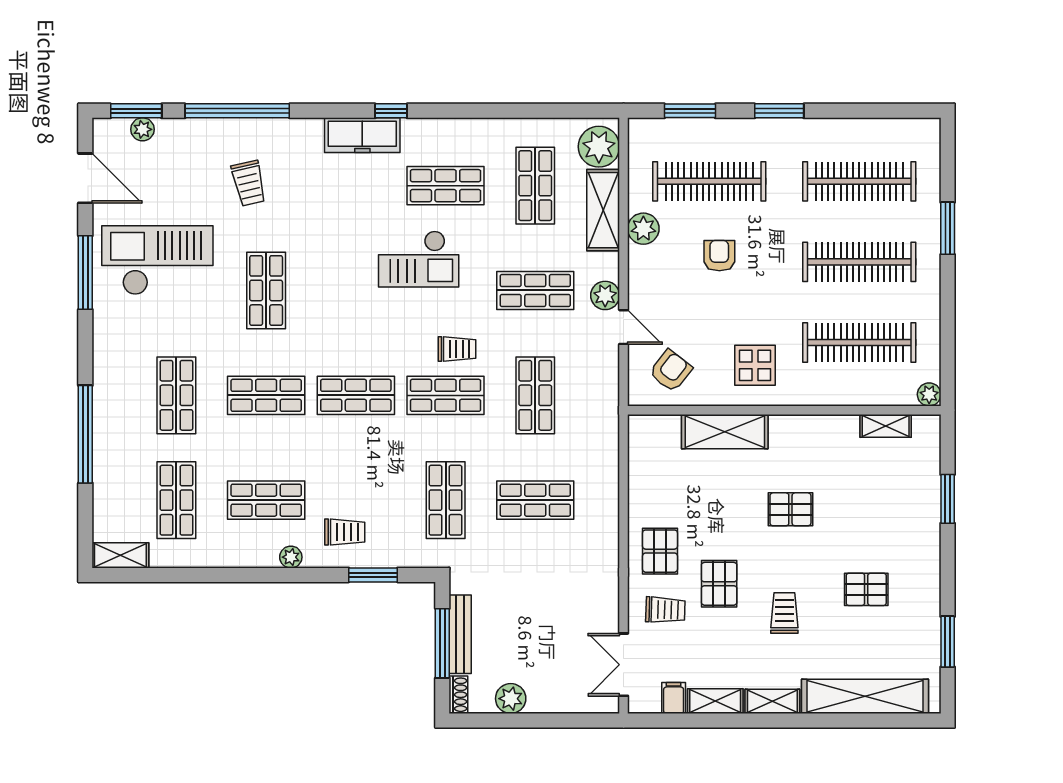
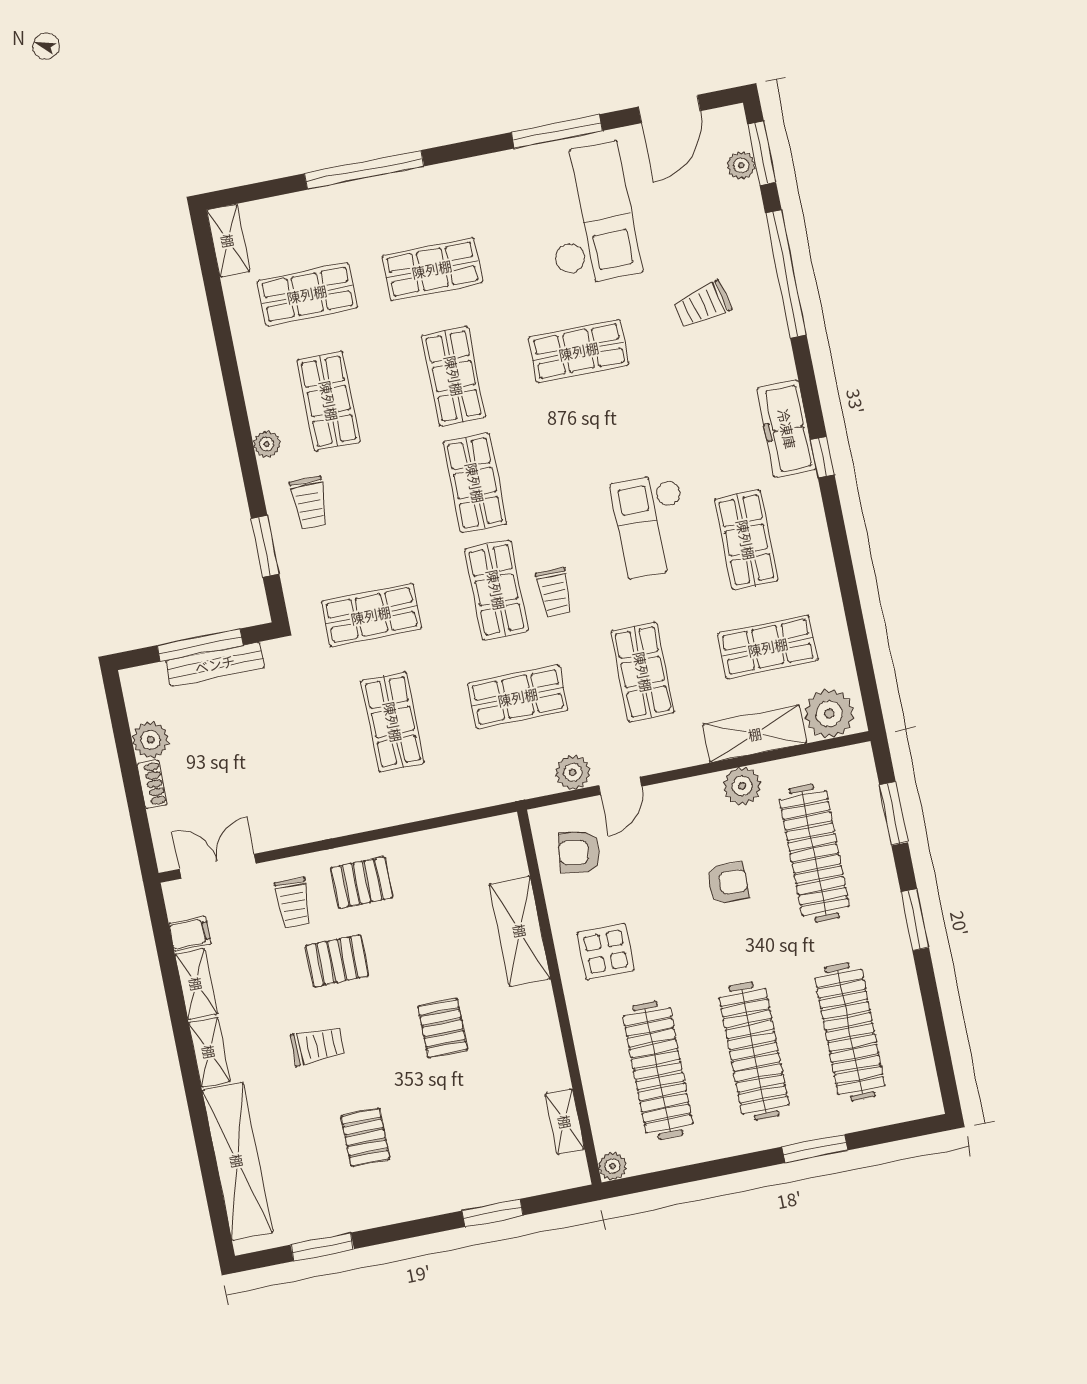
plant: (605, 295) -> (573, 772), moved
armchair: (671, 371) -> (579, 852), turned 151
shoe rack: (458, 695) -> (152, 784), moved, turned -90

